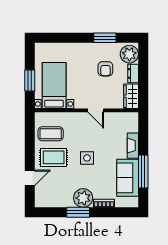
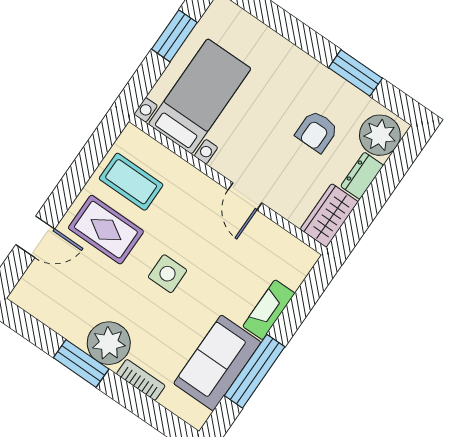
window: (30, 81) -> (174, 36), moved

